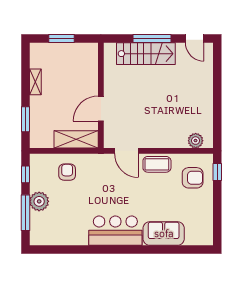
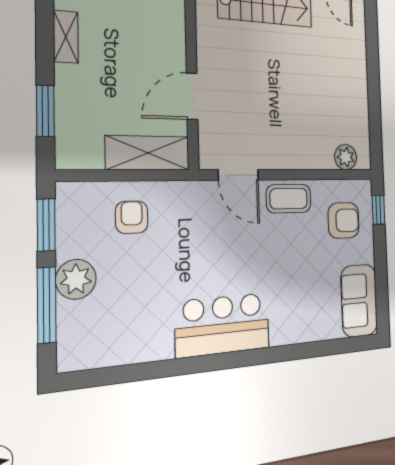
window: (25, 174) -> (46, 225), width x1.50
sofa: (164, 233) -> (359, 300), moved, turned -90

